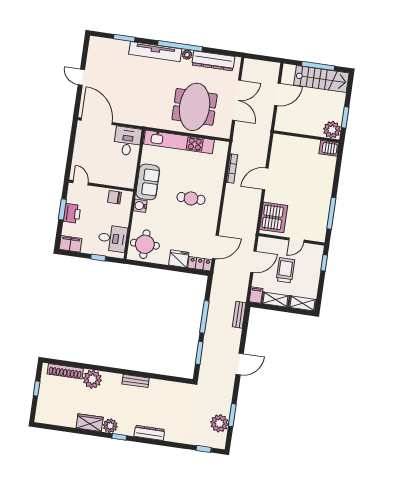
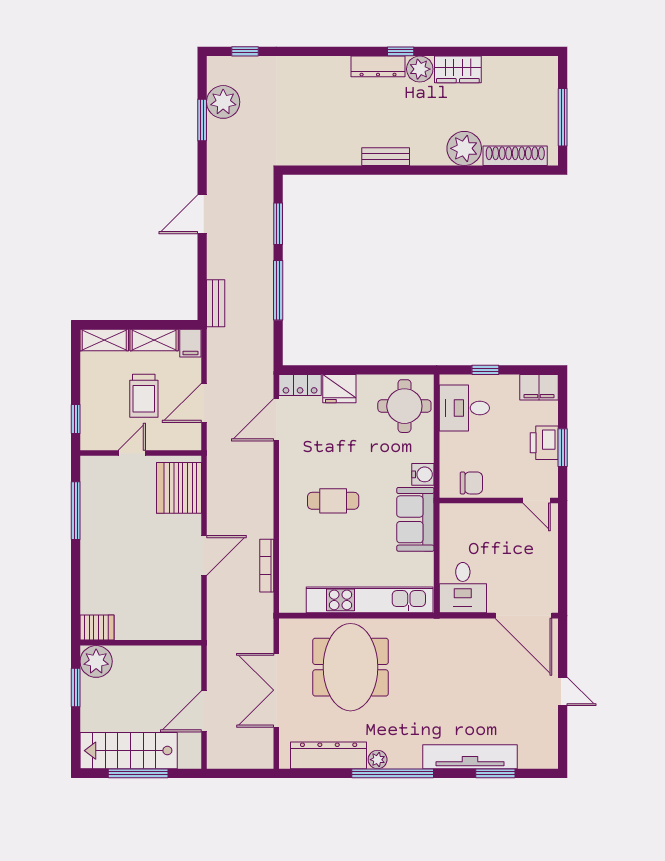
tv unit: (155, 52) -> (470, 757), moved
window: (37, 388) -> (563, 117), width x2.17
dresser: (149, 433) -> (378, 66), moved

